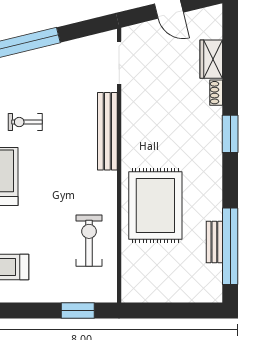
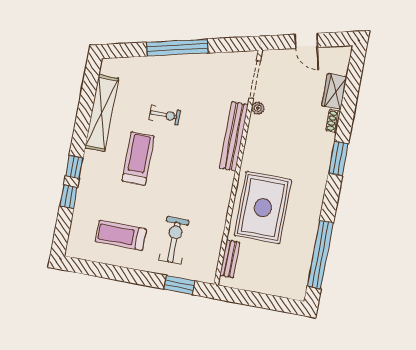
plant: (128, 94) -> (258, 108), added
exercise bike: (25, 122) -> (165, 115), turned 180
exercise bike: (89, 241) -> (174, 240), moved
bench: (214, 242) -> (230, 259), moved

